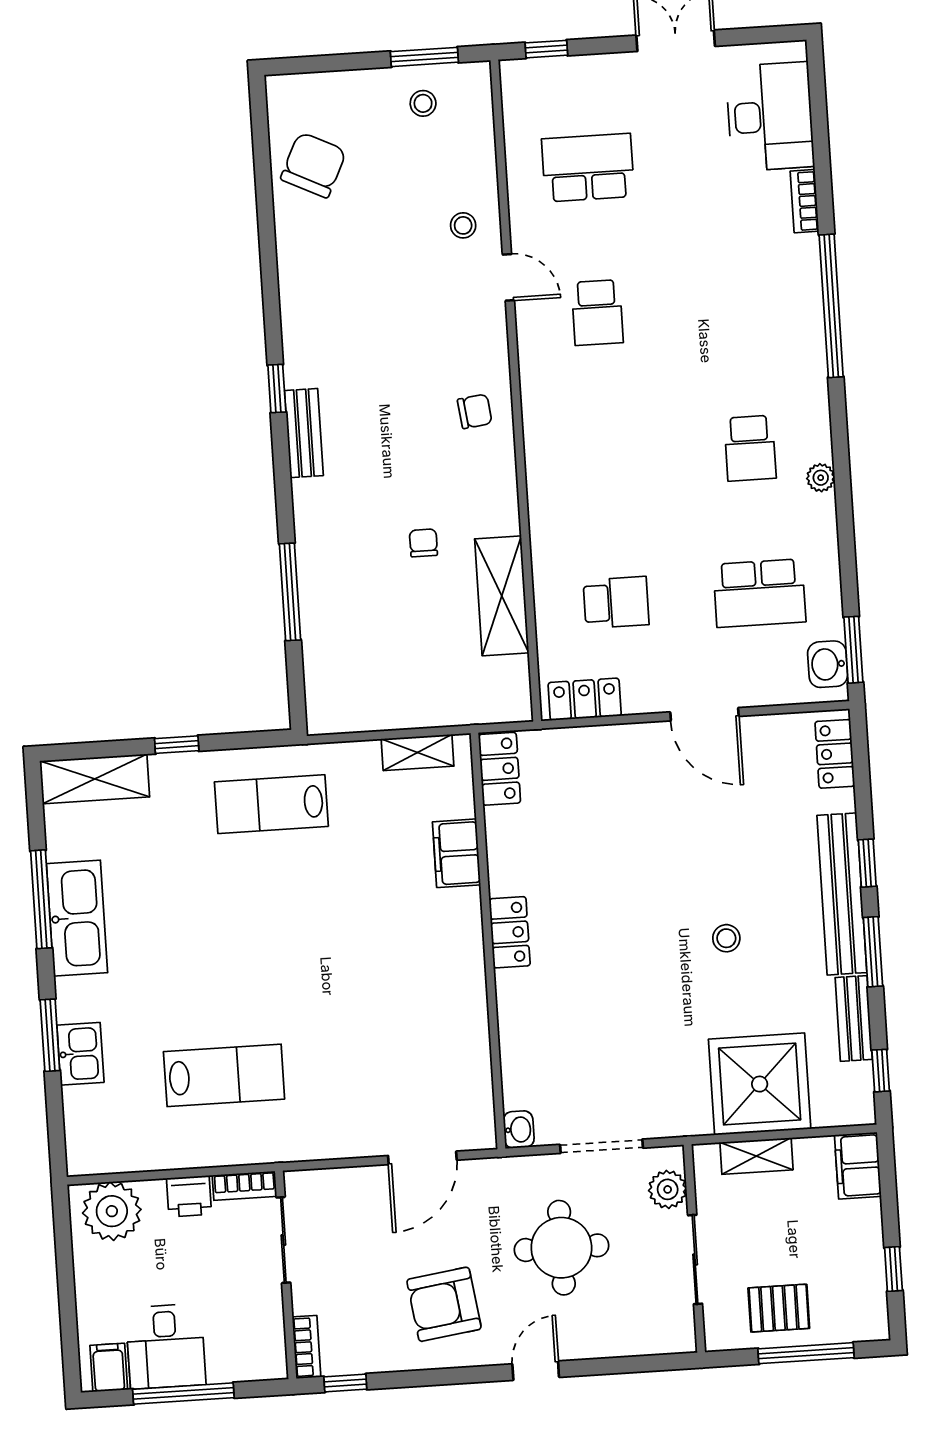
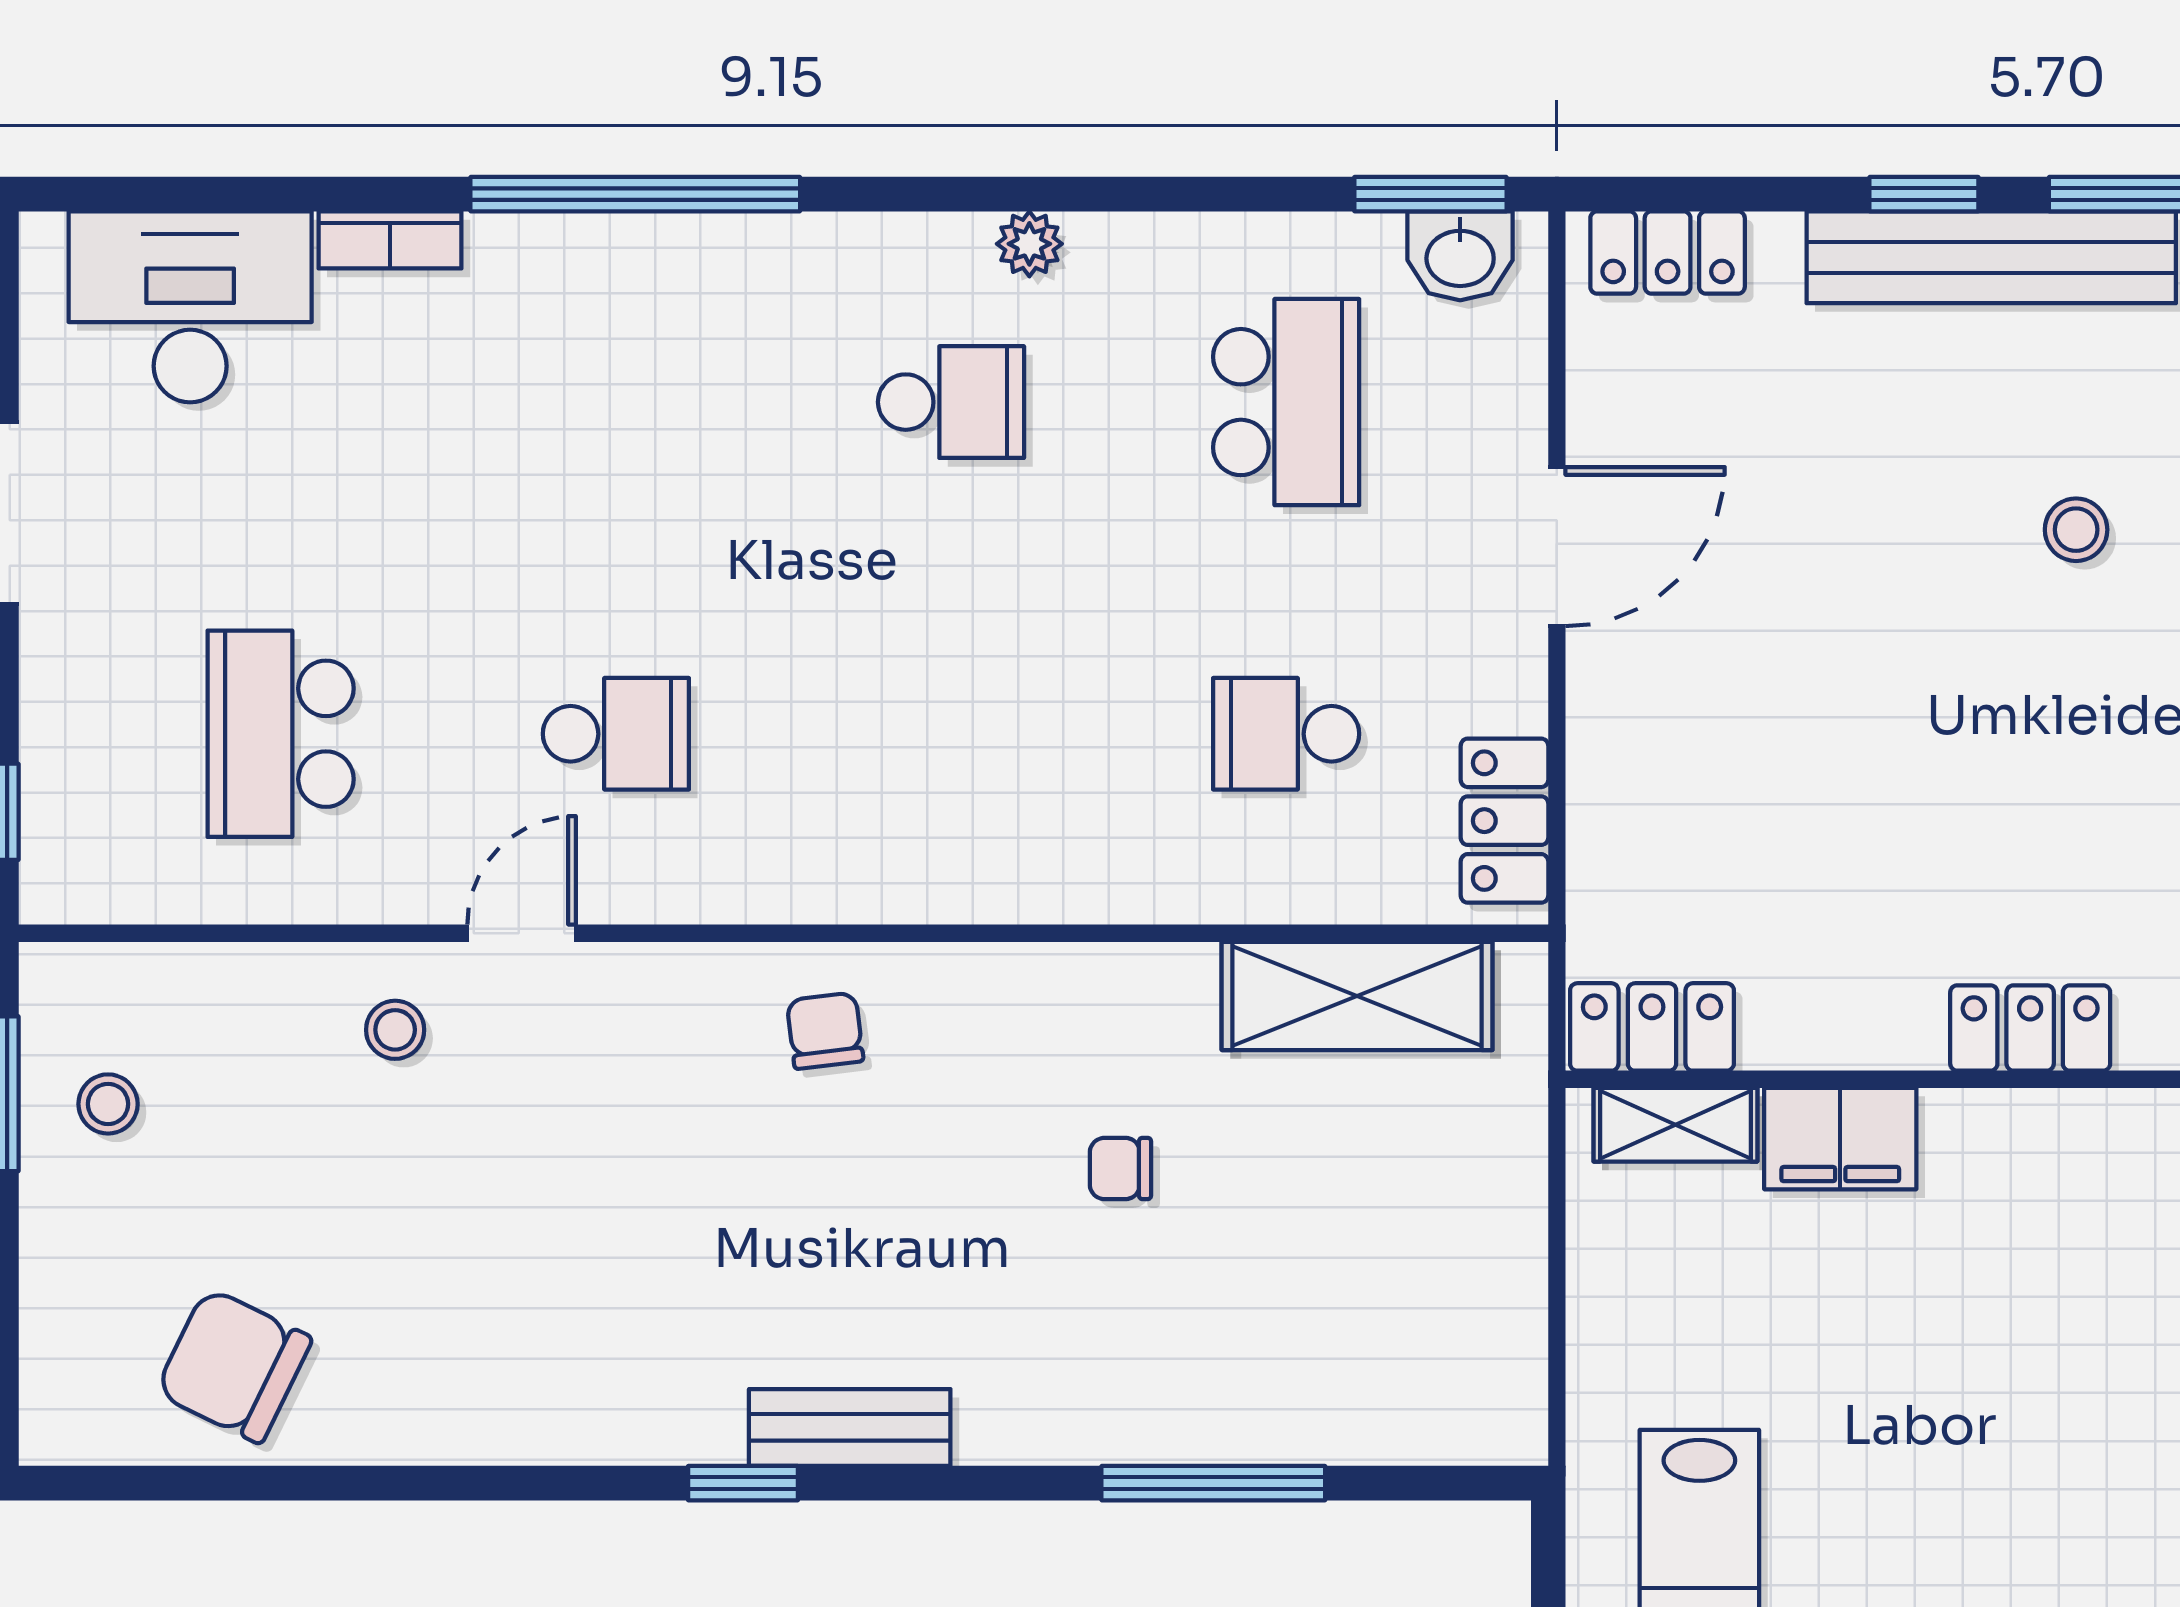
shelving: (502, 596) -> (1357, 996), moved
school desk: (616, 602) -> (1286, 734), turned -90
shelving: (418, 753) -> (1675, 1125), moved, turned 90

